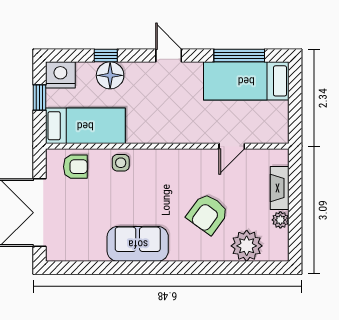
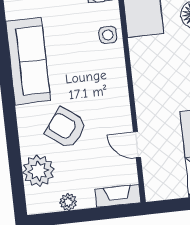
fireplace: (280, 188) -> (118, 196), moved
sofa: (138, 244) -> (28, 61), width x1.36

